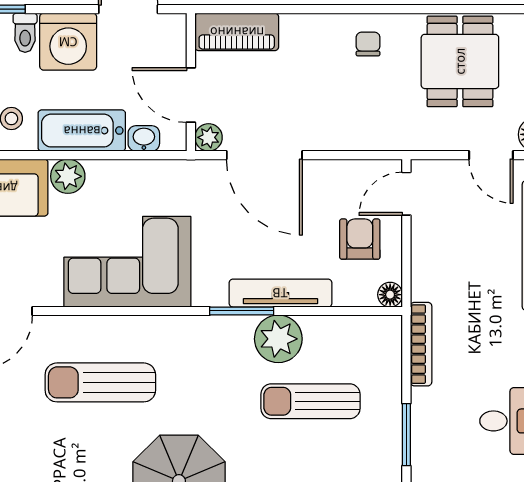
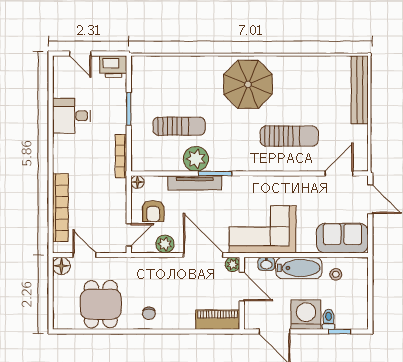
plant: (68, 176) -> (165, 244), moved
corner sofa: (127, 262) -> (263, 229), moved, turned 180

